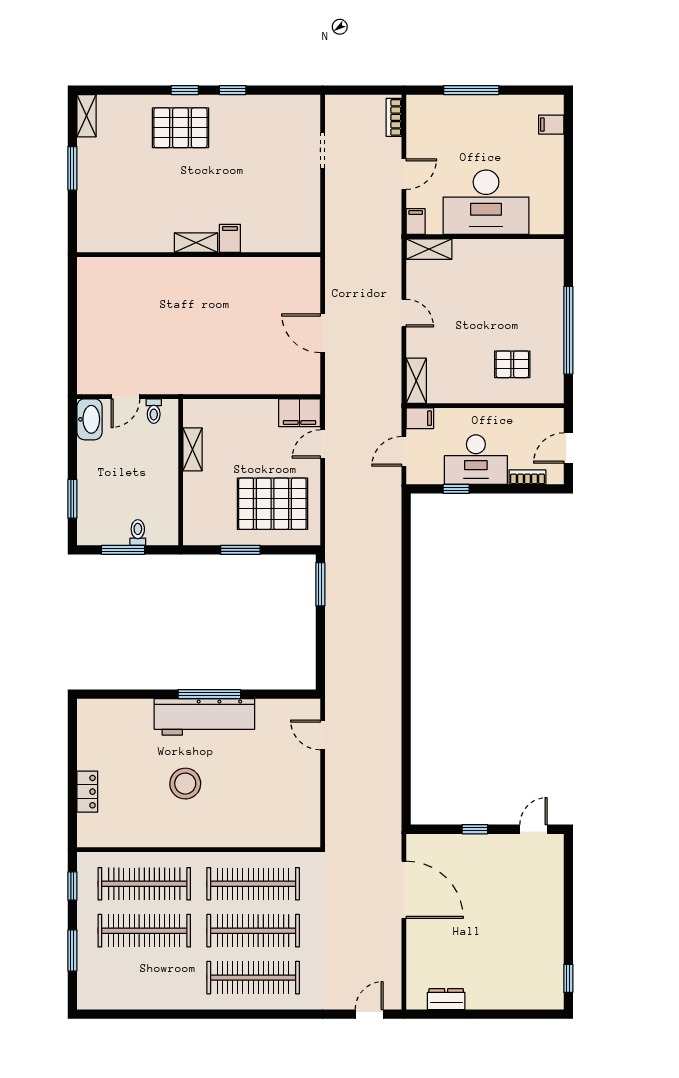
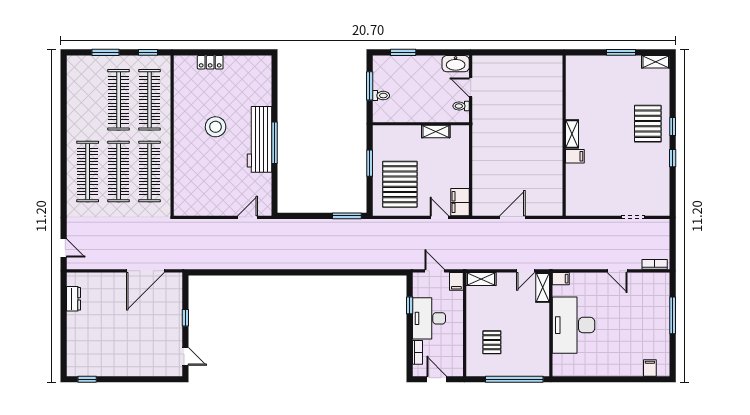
desk: (486, 202) -> (573, 325), moved
filing cabinet: (416, 221) -> (561, 279), moved
wall: (485, 237) -> (551, 324), moved
shelving: (429, 249) -> (543, 287), moved

